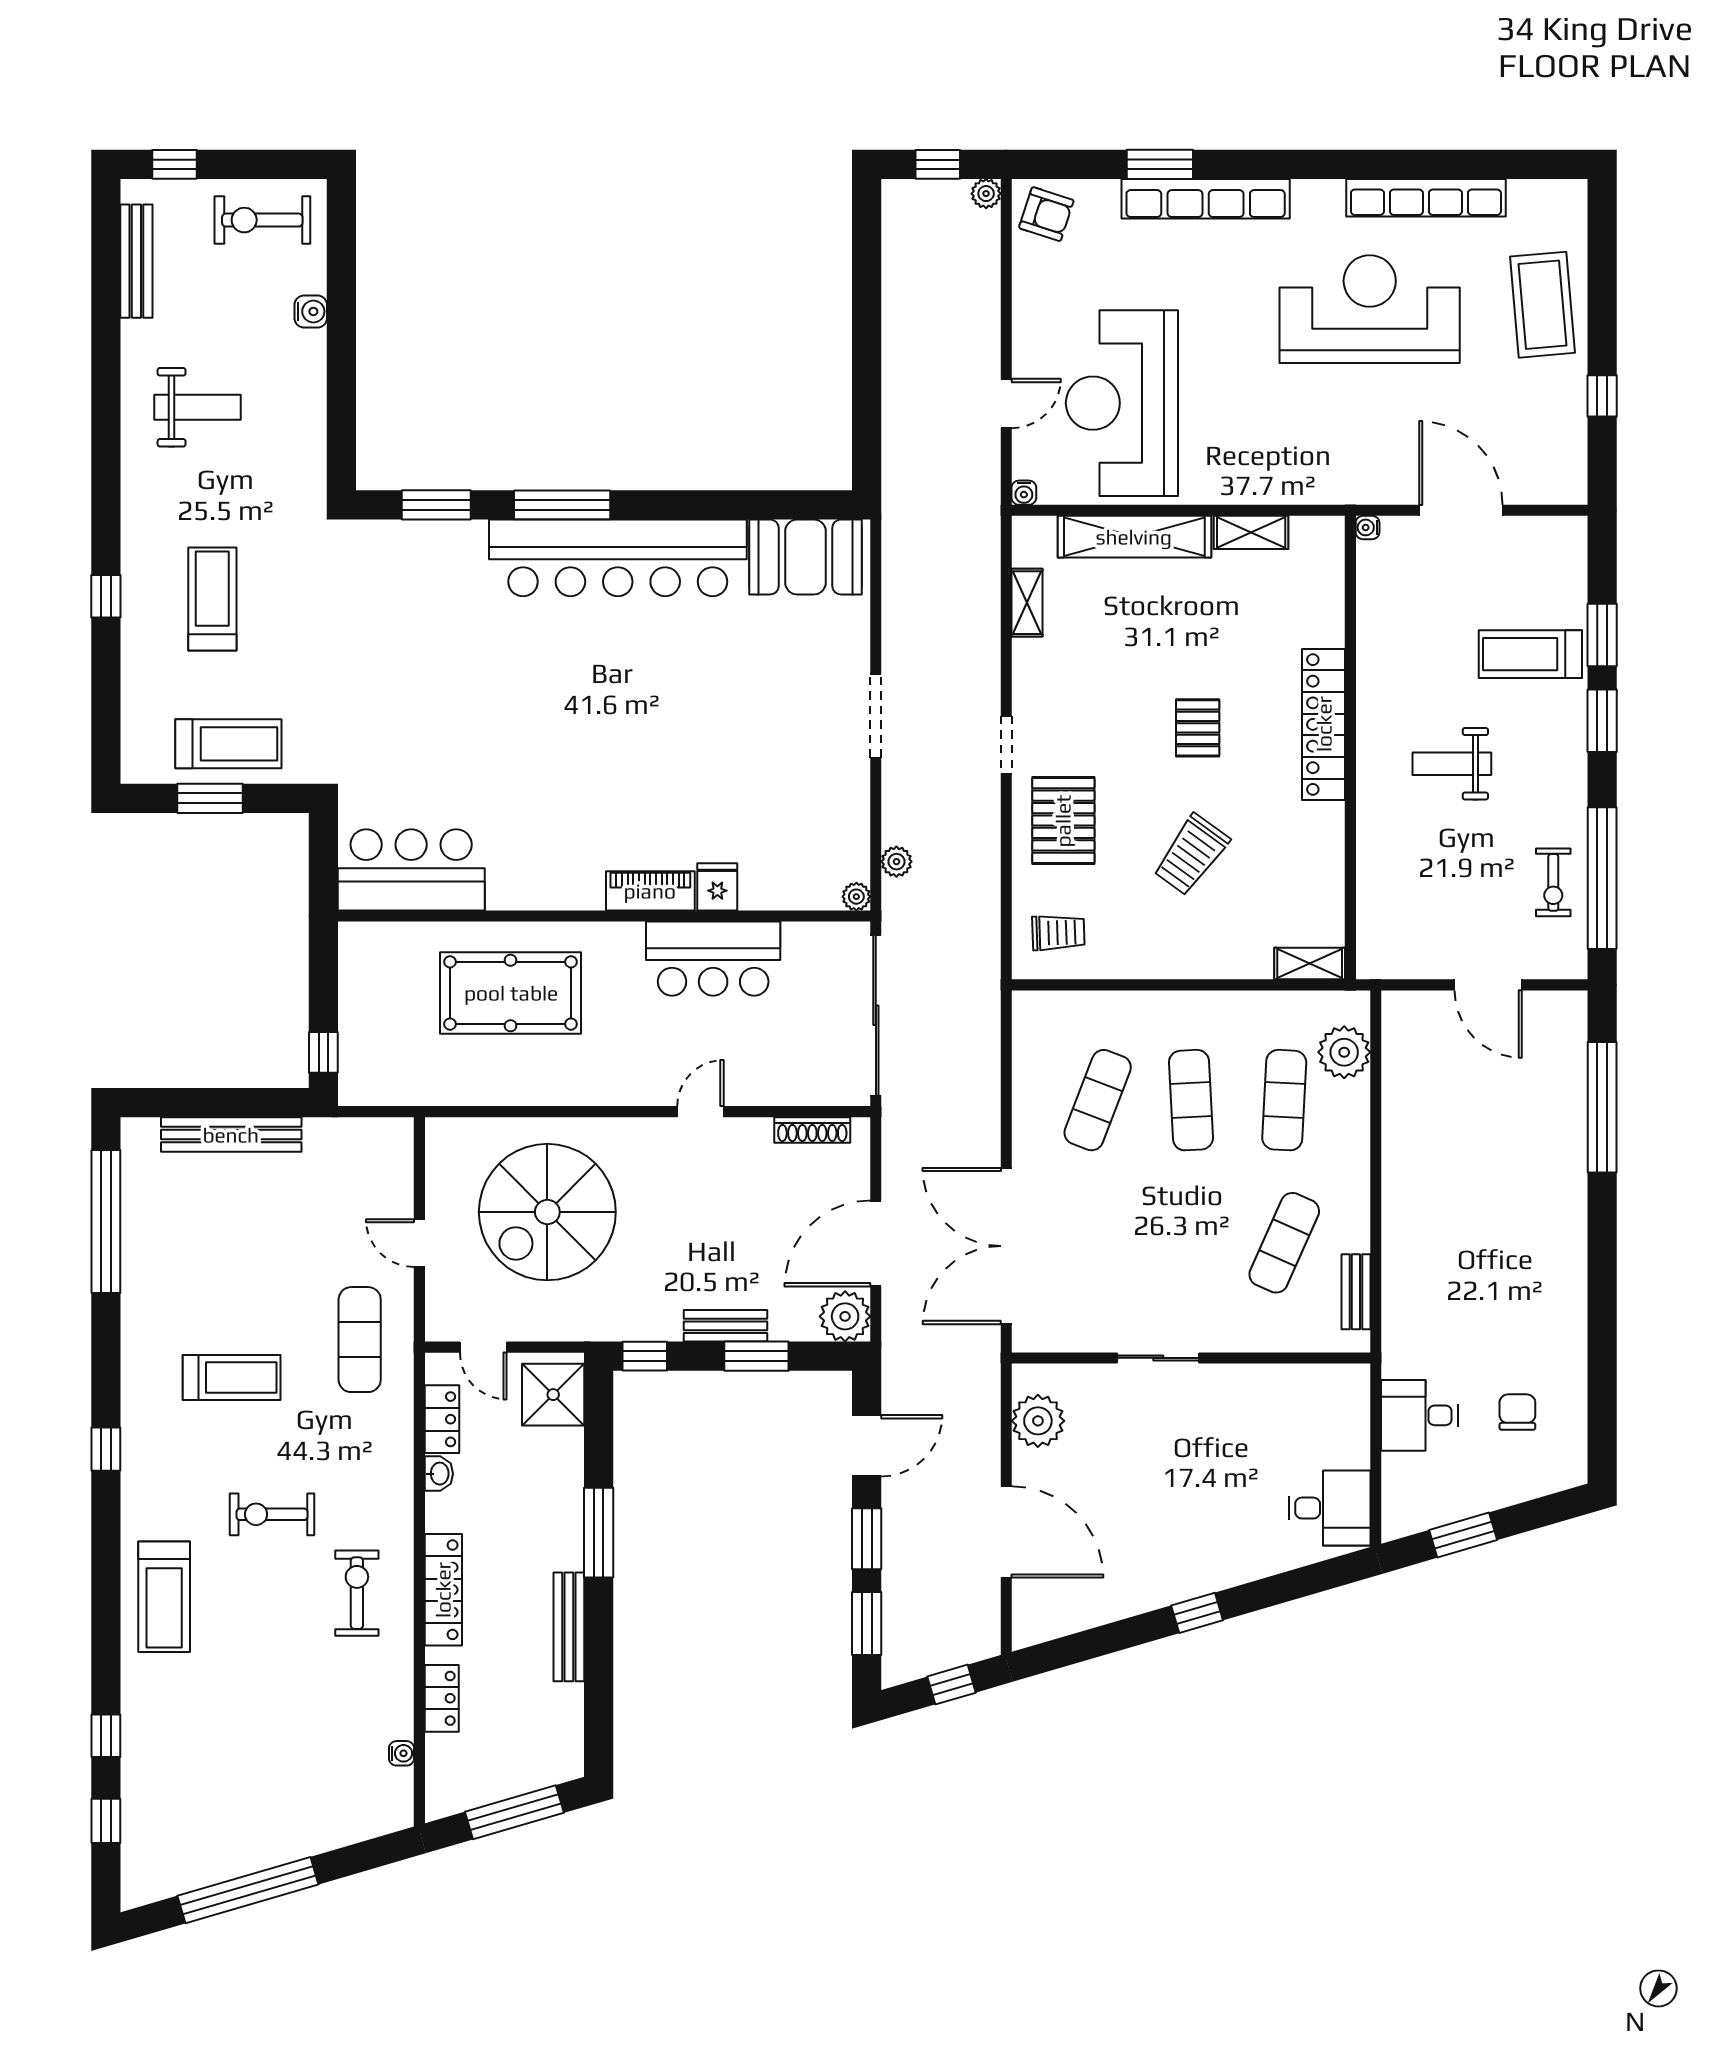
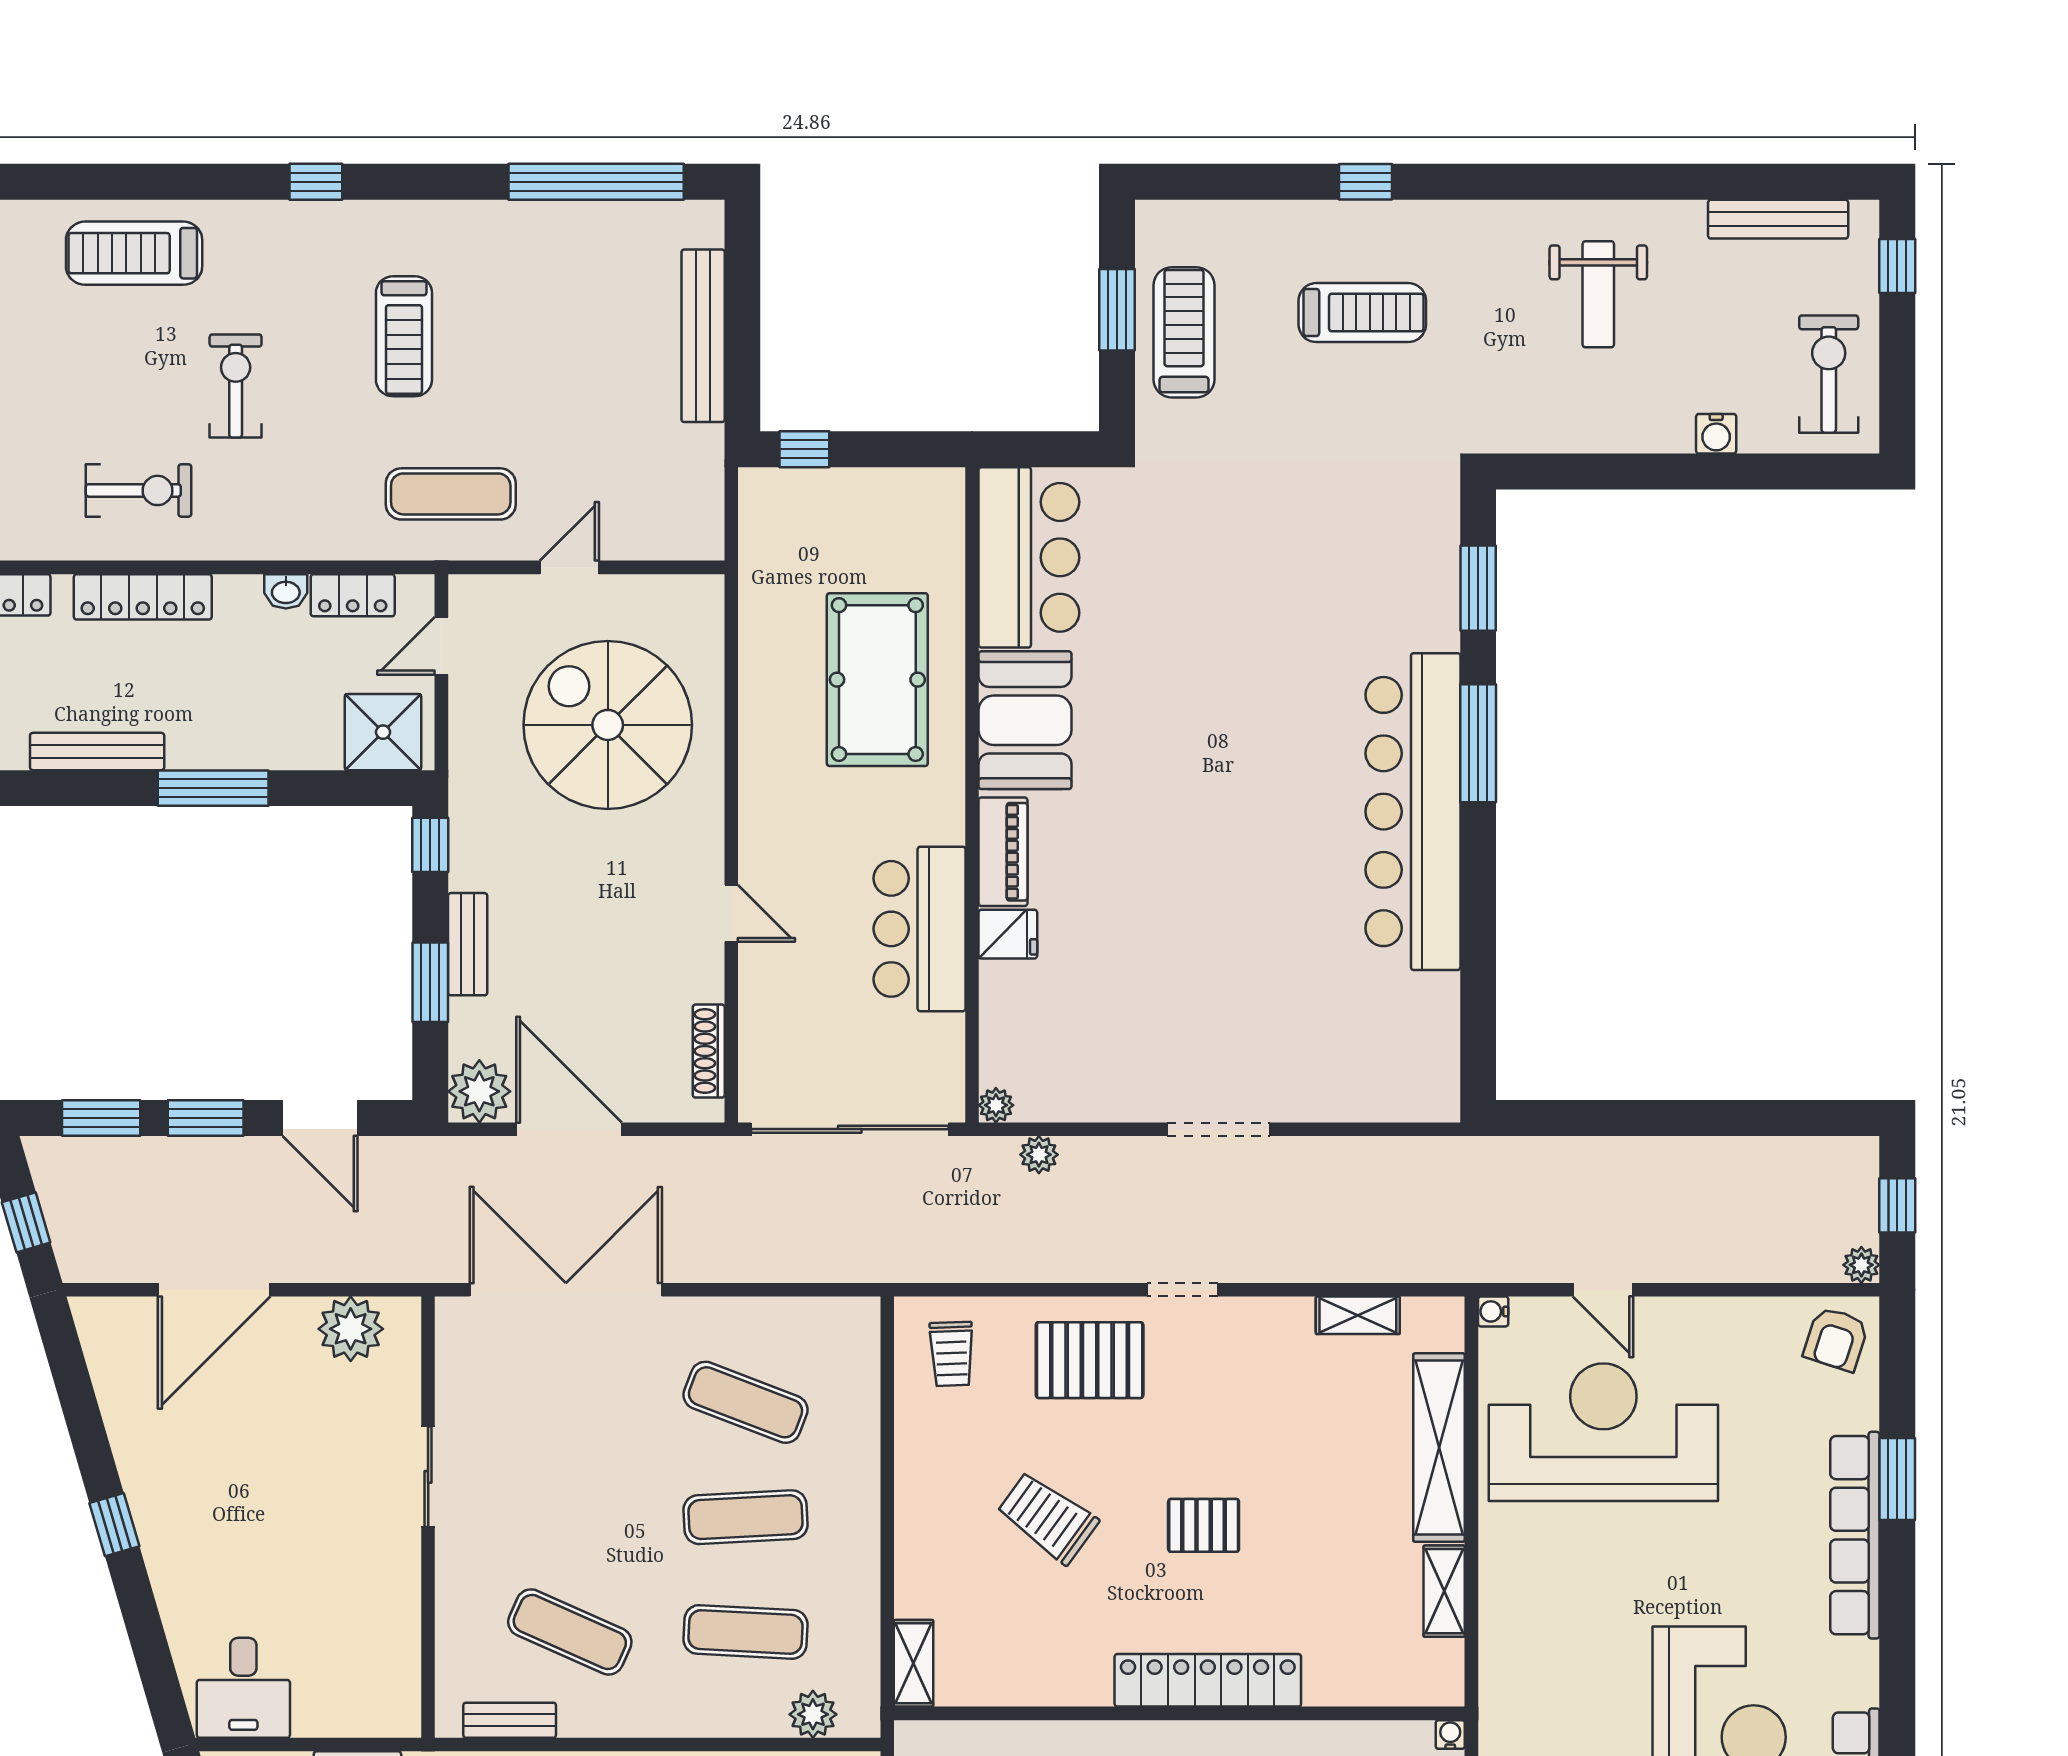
booth: (805, 557) -> (1025, 720), moved
treadmill: (228, 744) -> (1184, 332), turned 180
plant: (1344, 1052) -> (813, 1714), width x0.73, depth x0.73

